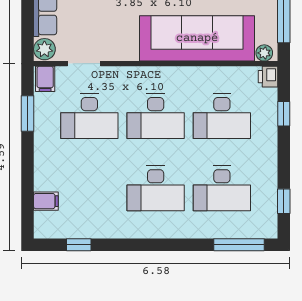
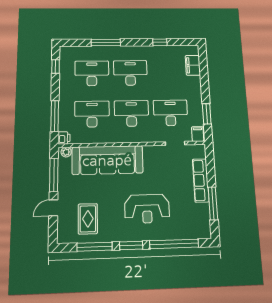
plant: (44, 49) -> (199, 151), removed
window: (284, 114) -> (55, 116), width x2.17
filing cabinet: (46, 201) -> (193, 65), width x2.00
window: (79, 245) -> (160, 42), moved
window: (239, 245) -> (106, 43), moved

